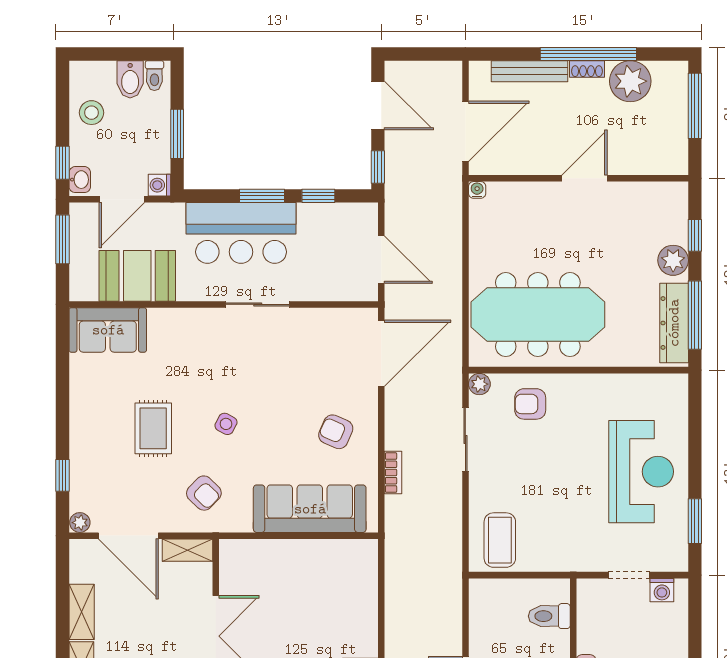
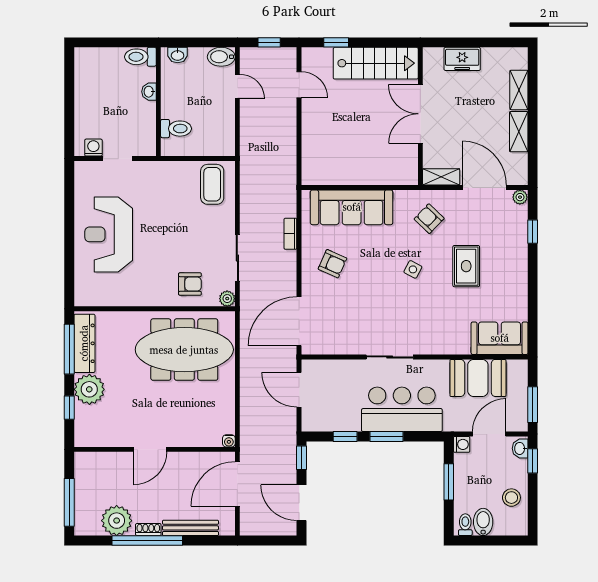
plant: (673, 260) -> (89, 389), width x1.36, depth x1.36
window: (695, 521) -> (69, 198), removed

